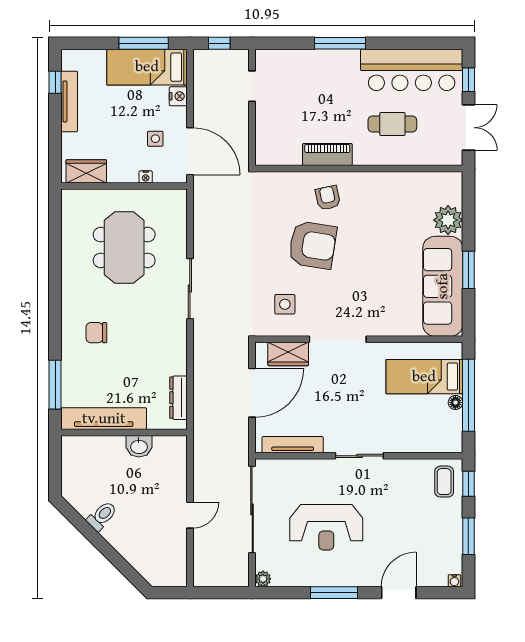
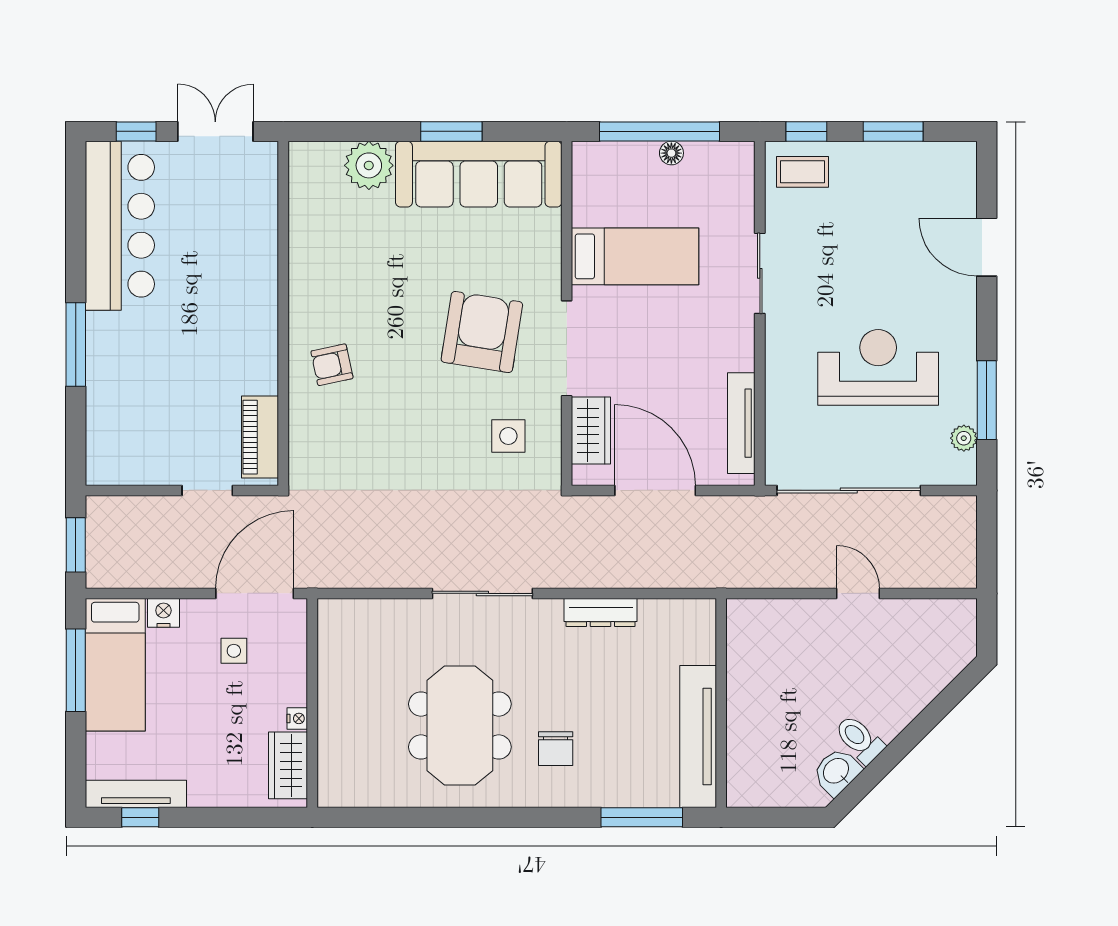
window: (219, 43) -> (76, 545), width x1.50
doorway: (252, 86) -> (207, 490), moved
tv unit: (69, 101) -> (136, 794), moved
cafe table: (392, 124) -> (209, 258), removed
piano: (327, 155) -> (260, 437), moved
nightstand: (146, 177) -> (297, 718), moved
armchair: (312, 245) -> (482, 332), moved
meeting table: (124, 247) -> (460, 726), moved, turned 90
bed: (424, 377) -> (635, 256), moved, turned -90
dresser: (178, 398) -> (601, 612), moved
washbasin: (139, 446) -> (837, 772), moved, turned -135
sliding door: (359, 456) -> (760, 273), moved
reception desk: (326, 527) -> (878, 367), turned -90
plant: (263, 579) -> (964, 438), moved
water cooler: (454, 581) -> (967, 155), removed
window: (334, 593) -> (987, 400), moved

